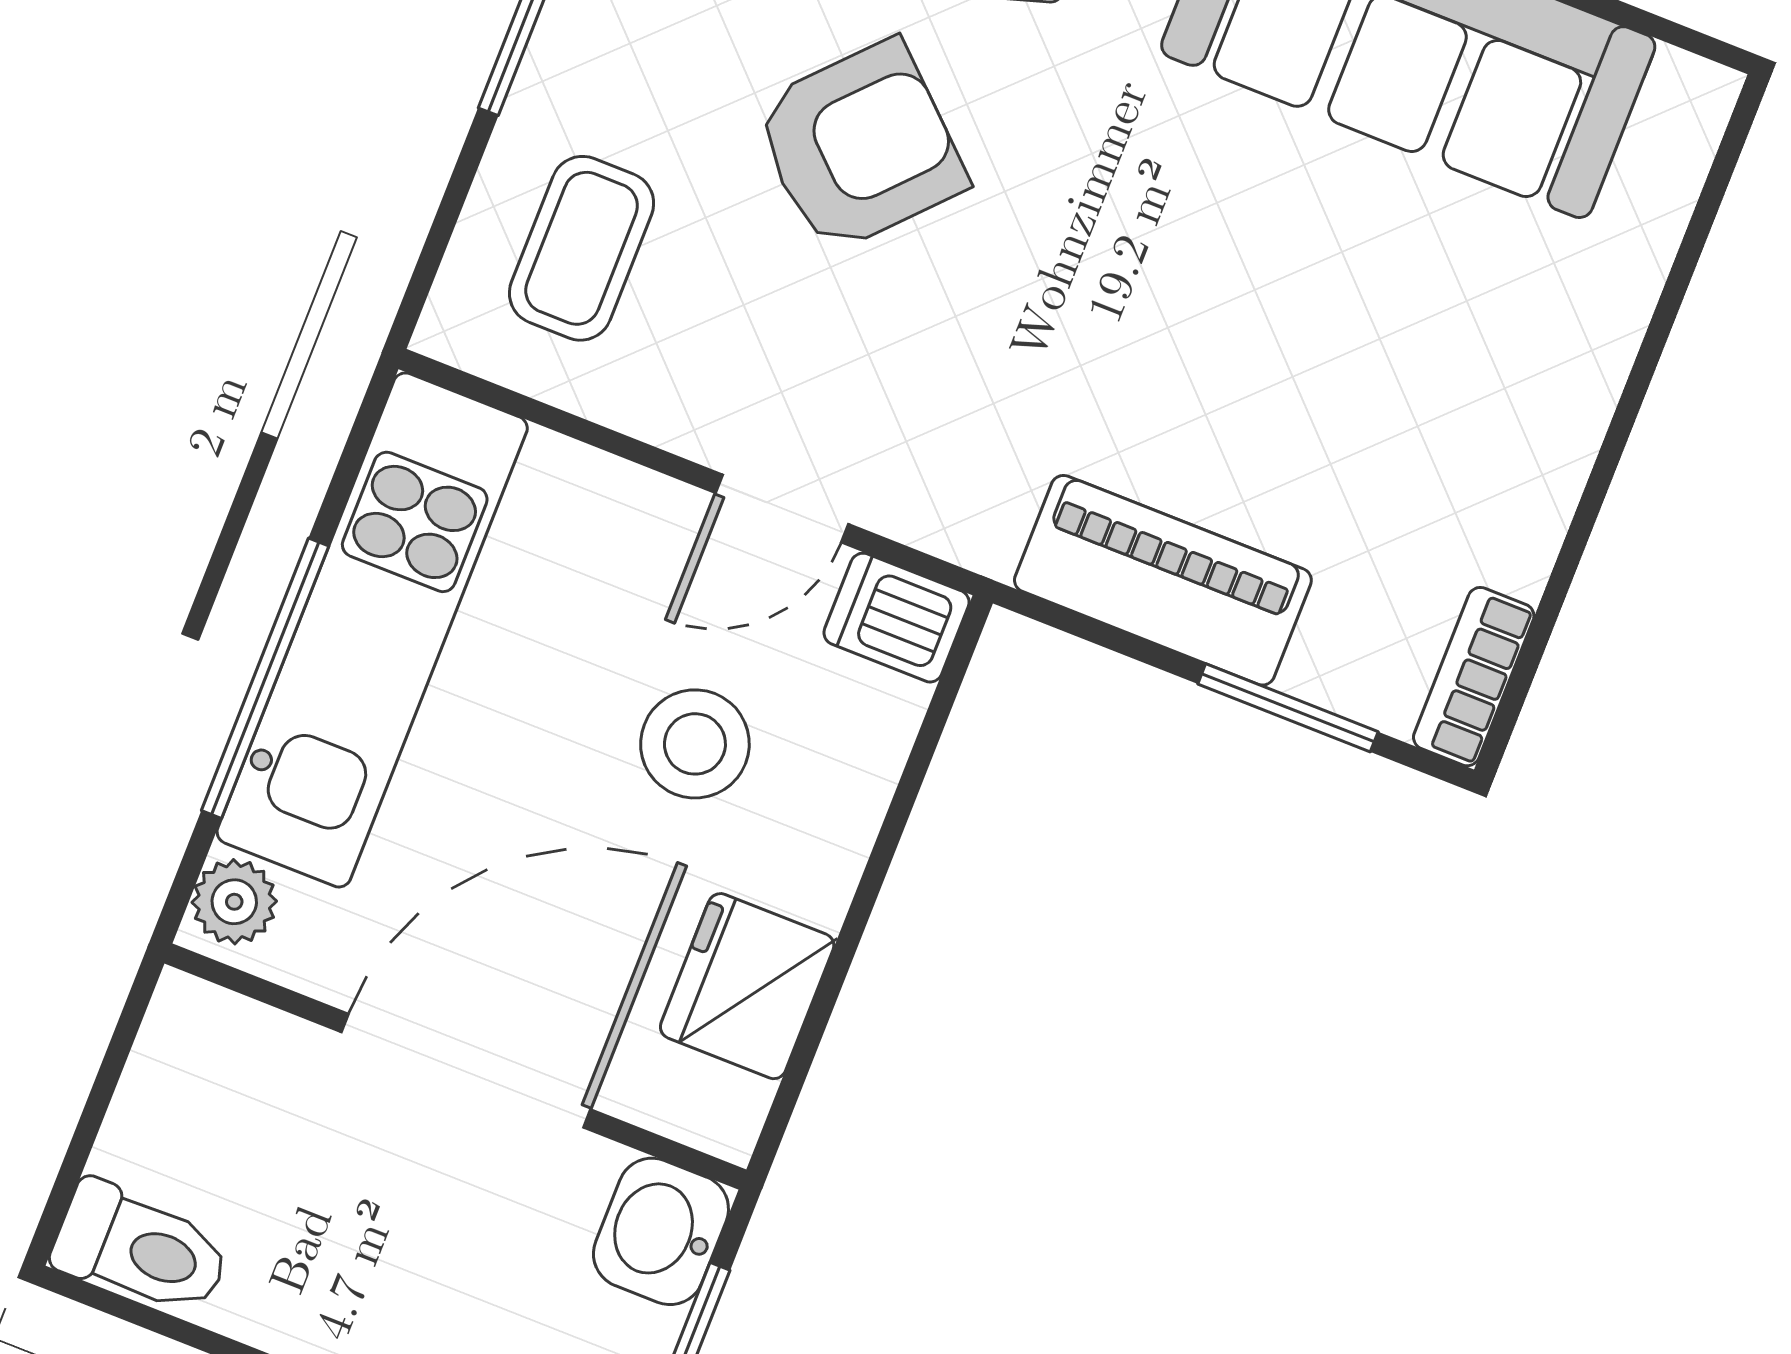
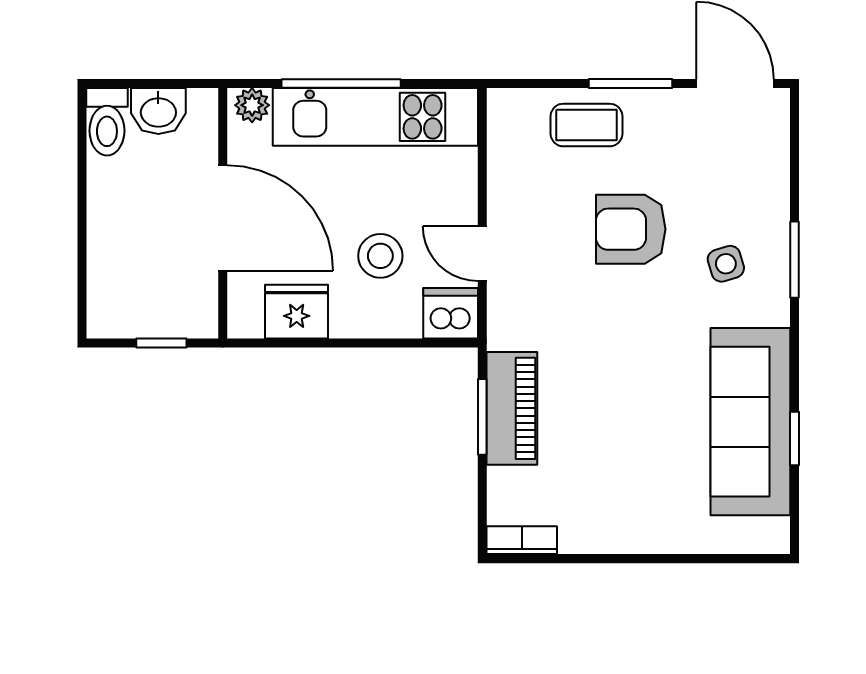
armchair: (860, 146) -> (631, 229), turned 137
coffee table: (582, 248) -> (586, 125), moved
dishwasher: (897, 618) -> (451, 313), width x1.38
window: (1288, 708) -> (482, 417), moved
washbasin: (661, 1231) -> (158, 111), moved, turned 180

